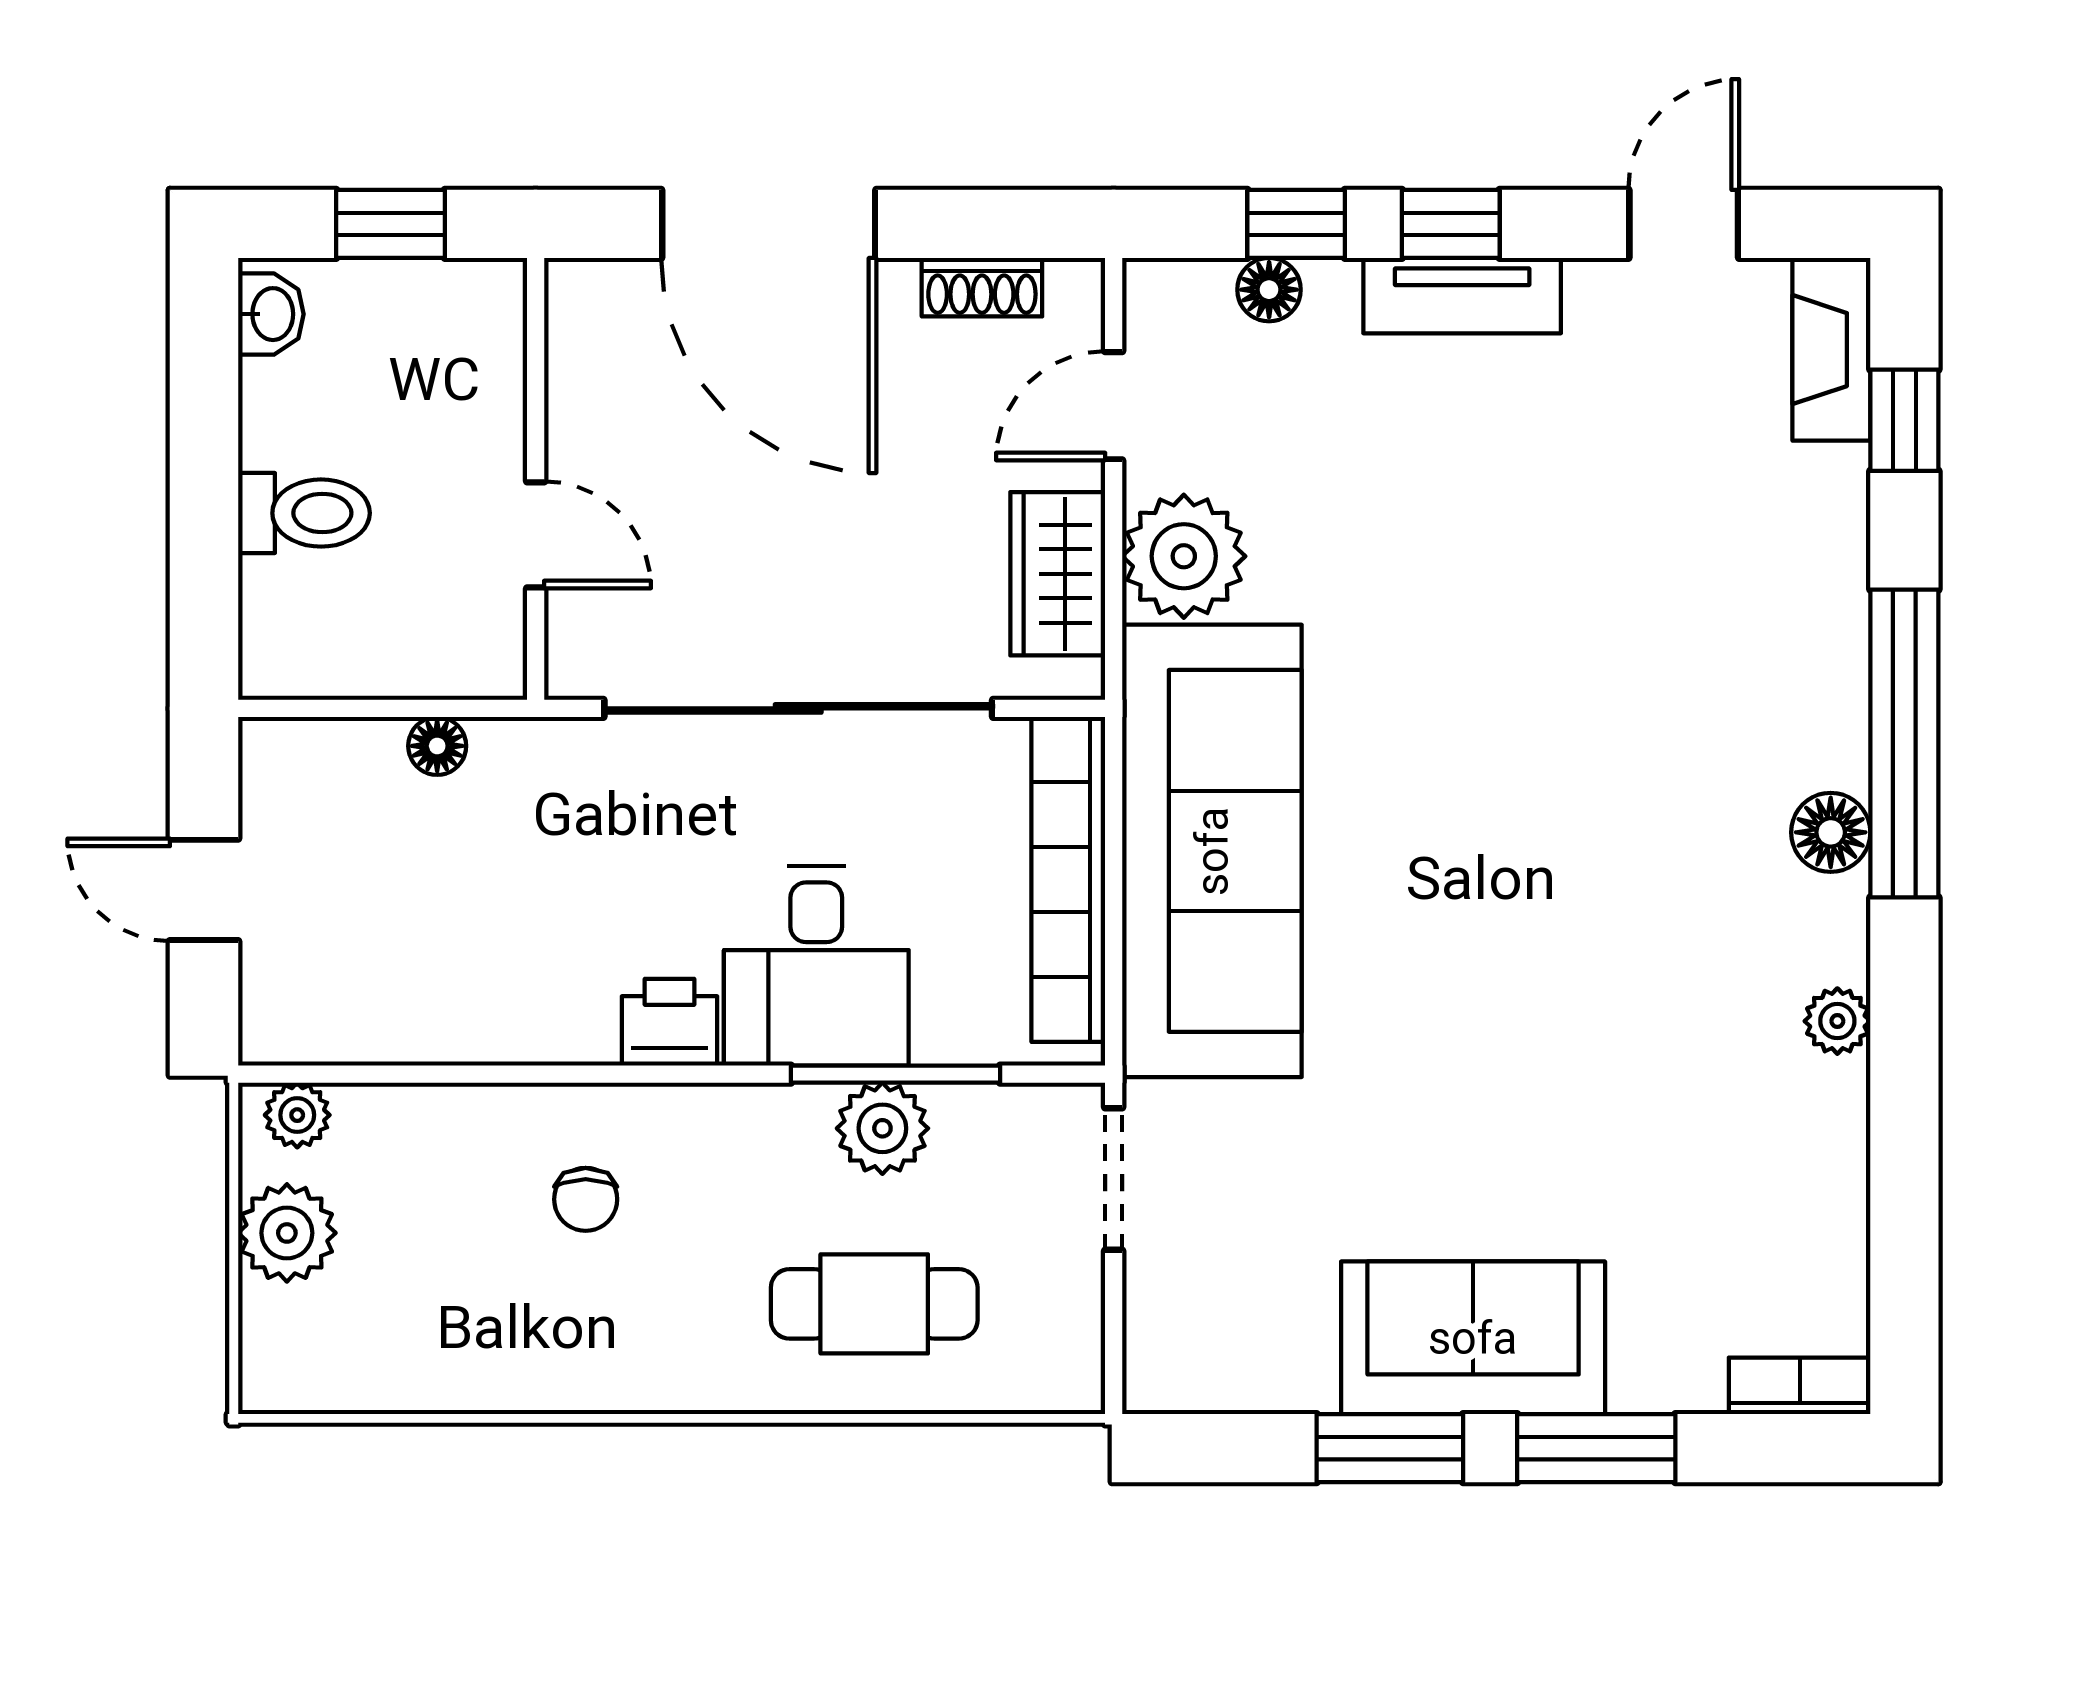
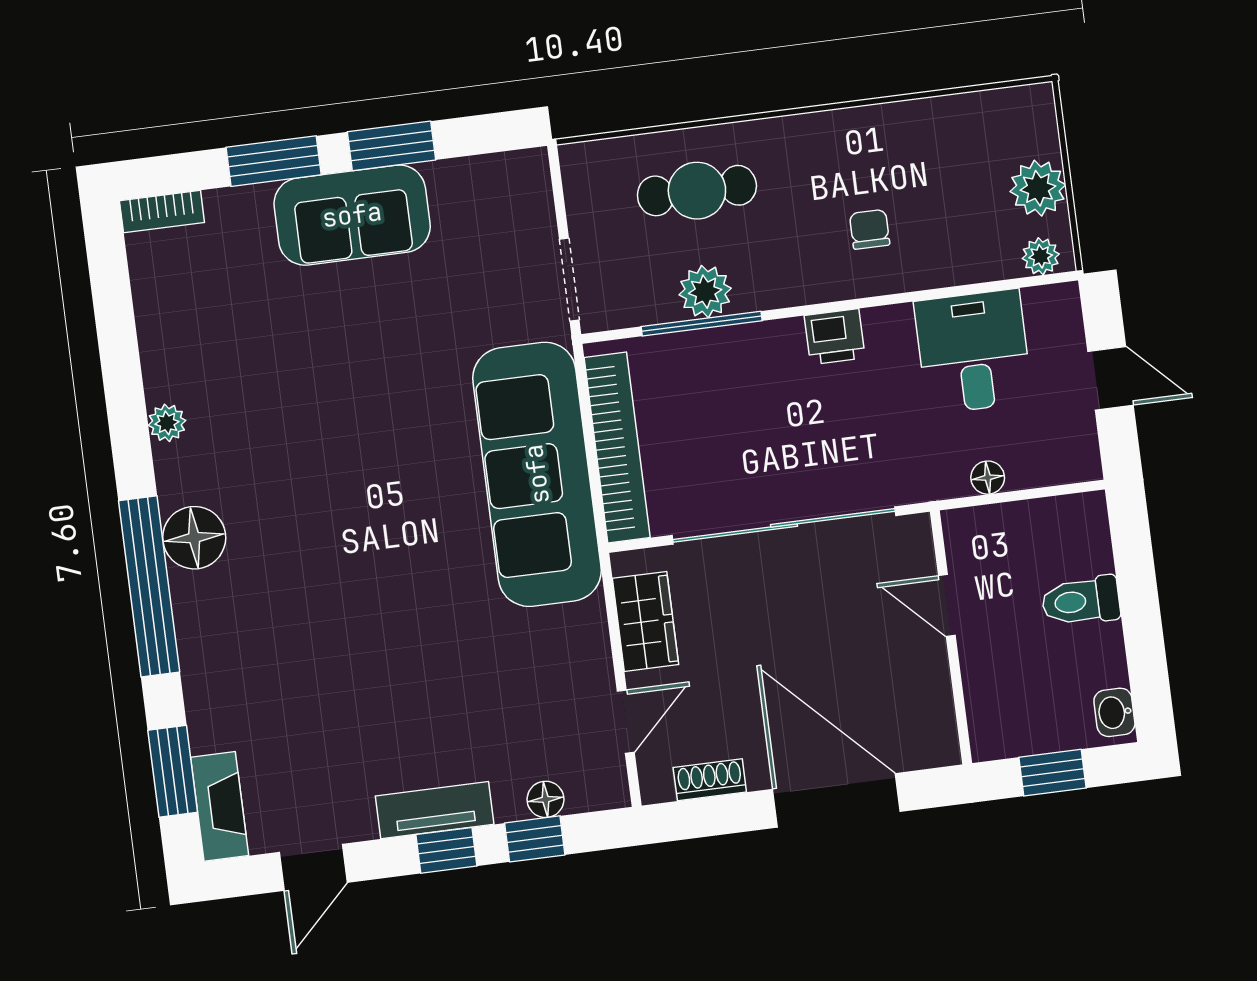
window: (1904, 420) -> (173, 771), width x1.50
plant: (1184, 556) -> (575, 641), removed
floor lamp: (1831, 832) -> (194, 538), width x1.38, depth x1.38
desk: (816, 966) -> (973, 352), moved

